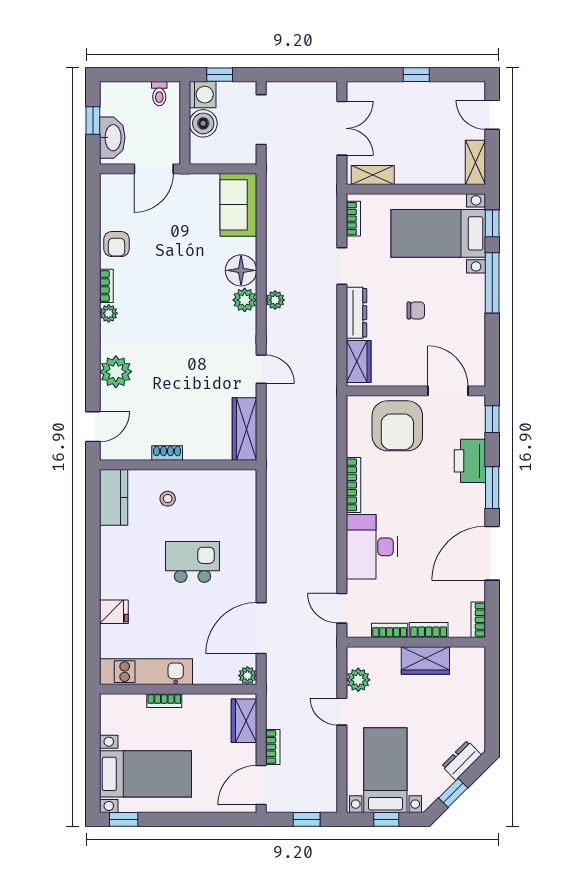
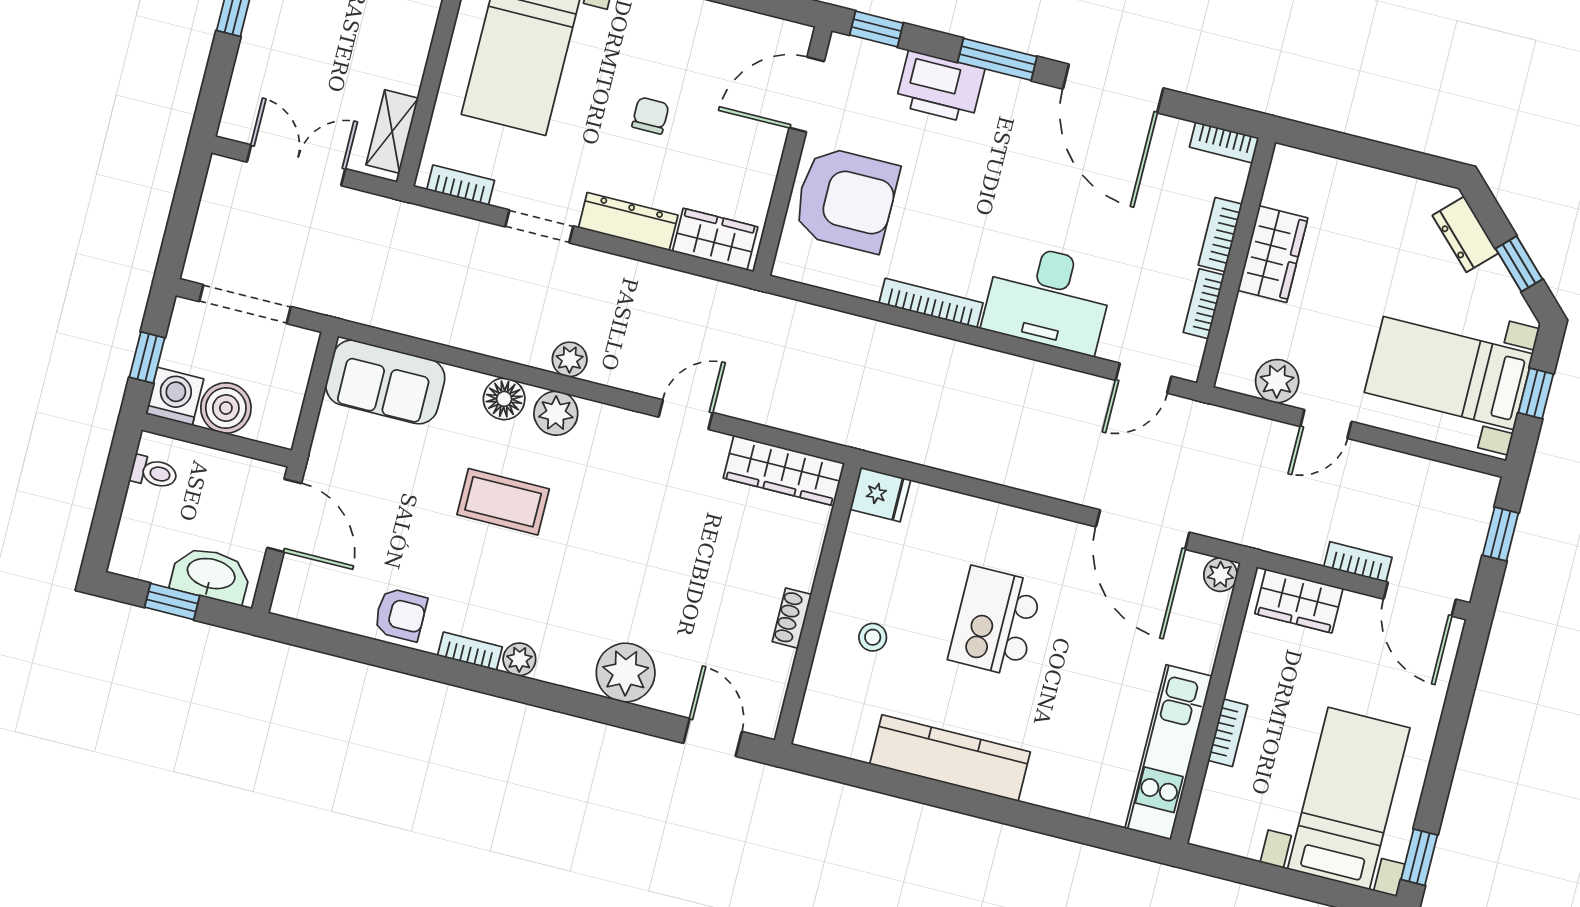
floor lamp: (241, 270) -> (504, 399), width x0.73, depth x0.73
coffee table: (190, 284) -> (503, 502), added
kitchen counter: (114, 497) -> (950, 758), moved, width x1.50
fridge: (114, 612) -> (880, 494), moved, turned 90

